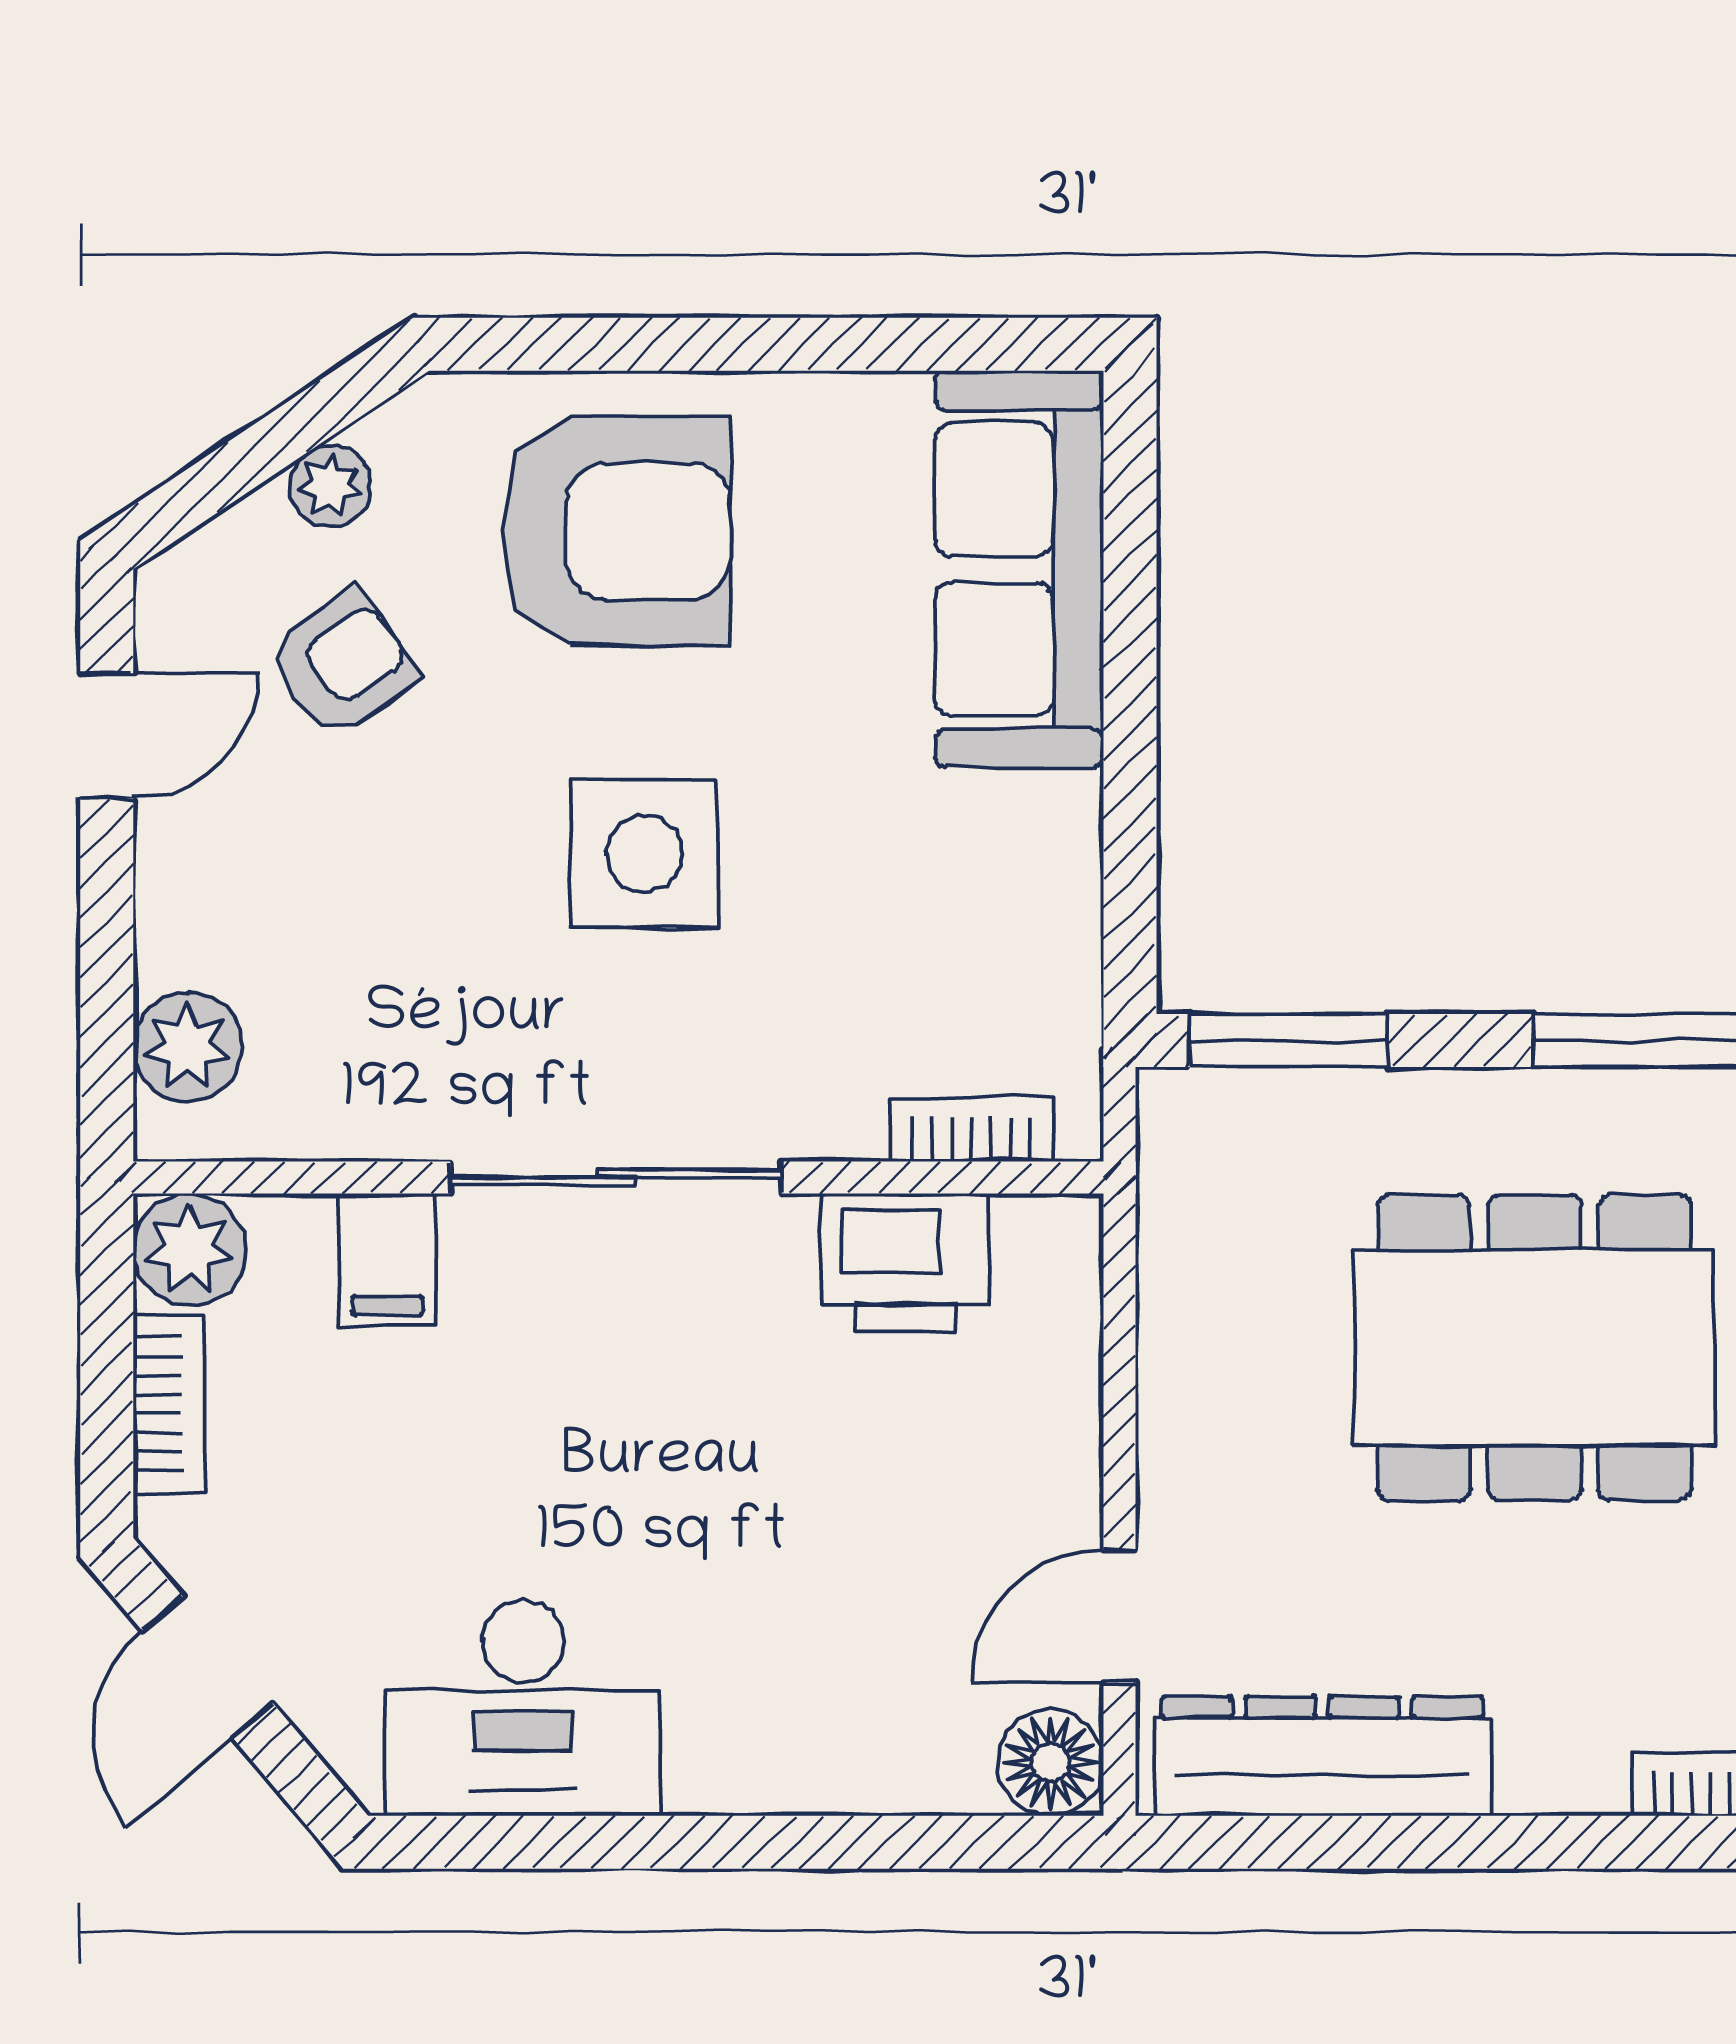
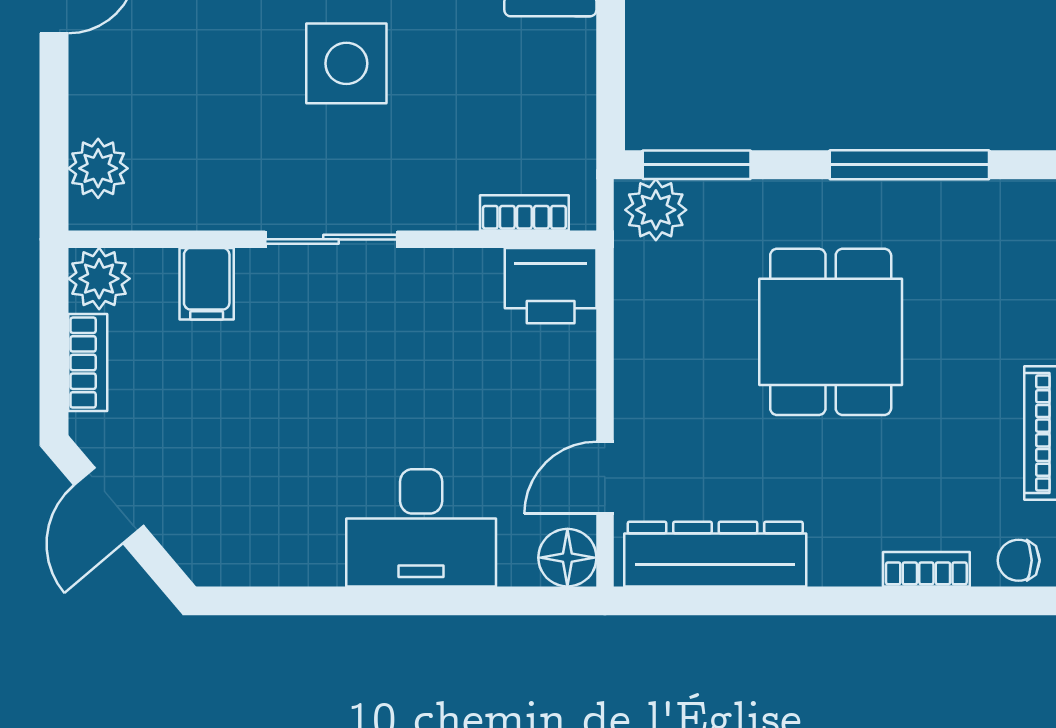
plant: (1213, 1123) -> (656, 210), added
sliding door: (616, 1178) -> (331, 239), width x0.73
printer: (905, 1263) -> (551, 286), moved
dining table: (1534, 1348) -> (831, 332), width x0.73
desk: (523, 1708) -> (421, 528), moved

